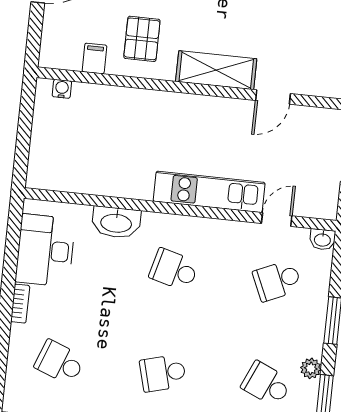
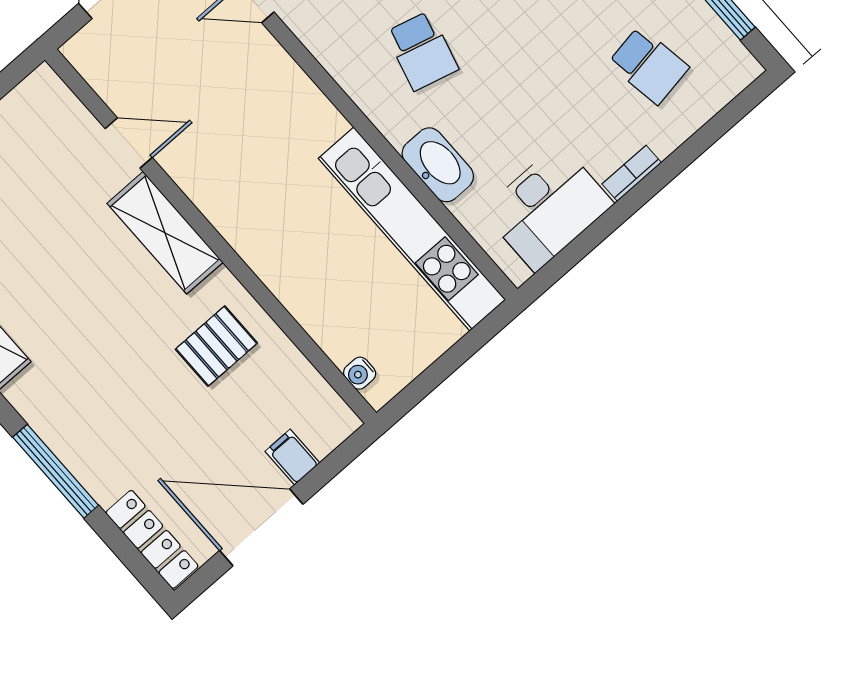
filing cabinet: (94, 58) -> (292, 457), moved, turned 90
kitchen unit: (209, 192) -> (412, 229), moved, width x1.36
school desk: (60, 362) -> (648, 65), turned -30

